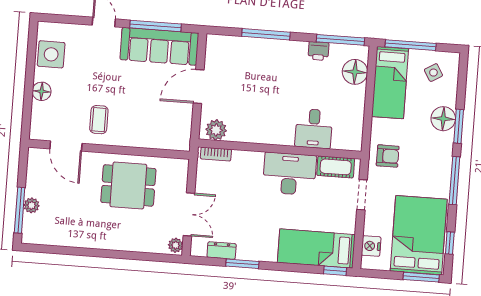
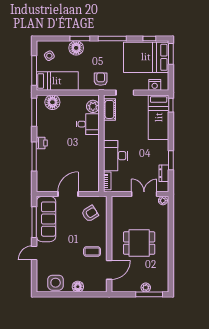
printer: (318, 51) -> (42, 143), moved
door: (199, 87) -> (68, 194), swing flipped
armchair: (163, 121) -> (90, 214), added
plant: (216, 130) -> (93, 106), moved
desk: (289, 174) -> (116, 156), moved
dining table: (128, 185) -> (139, 243), moved, turned 90

